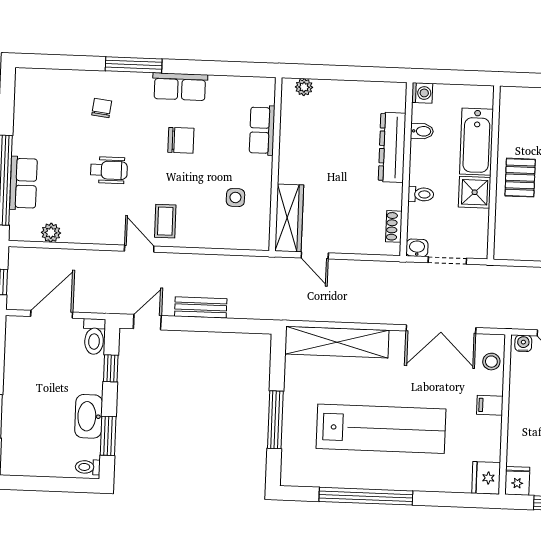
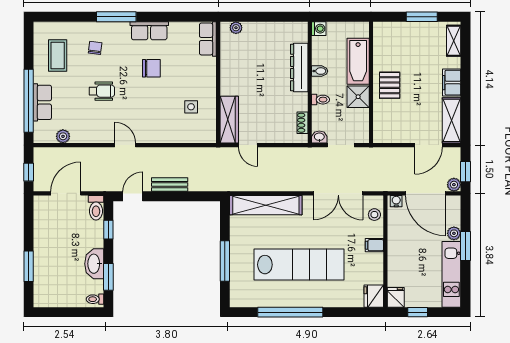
row of seats: (262, 130) -> (208, 39), moved
bidet: (422, 131) -> (320, 71), moved
coffee table: (165, 221) -> (58, 55), moved, width x1.36, depth x1.30

